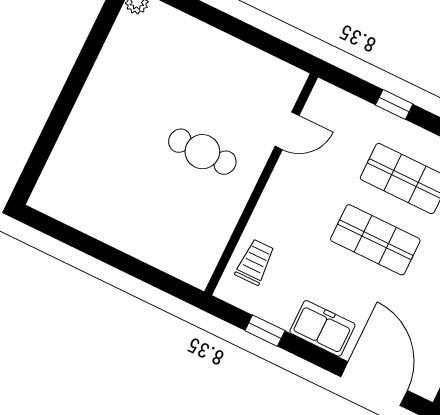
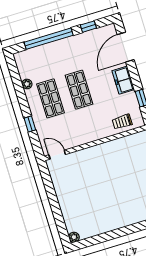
door: (287, 131) -> (57, 155), moved
cafe table: (202, 152) -> (102, 172), removed

